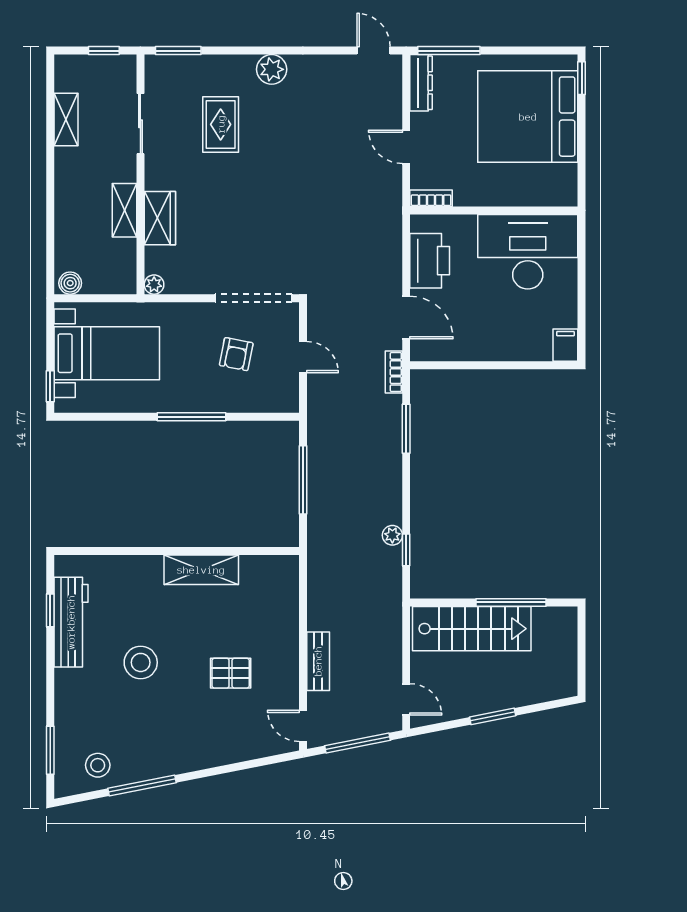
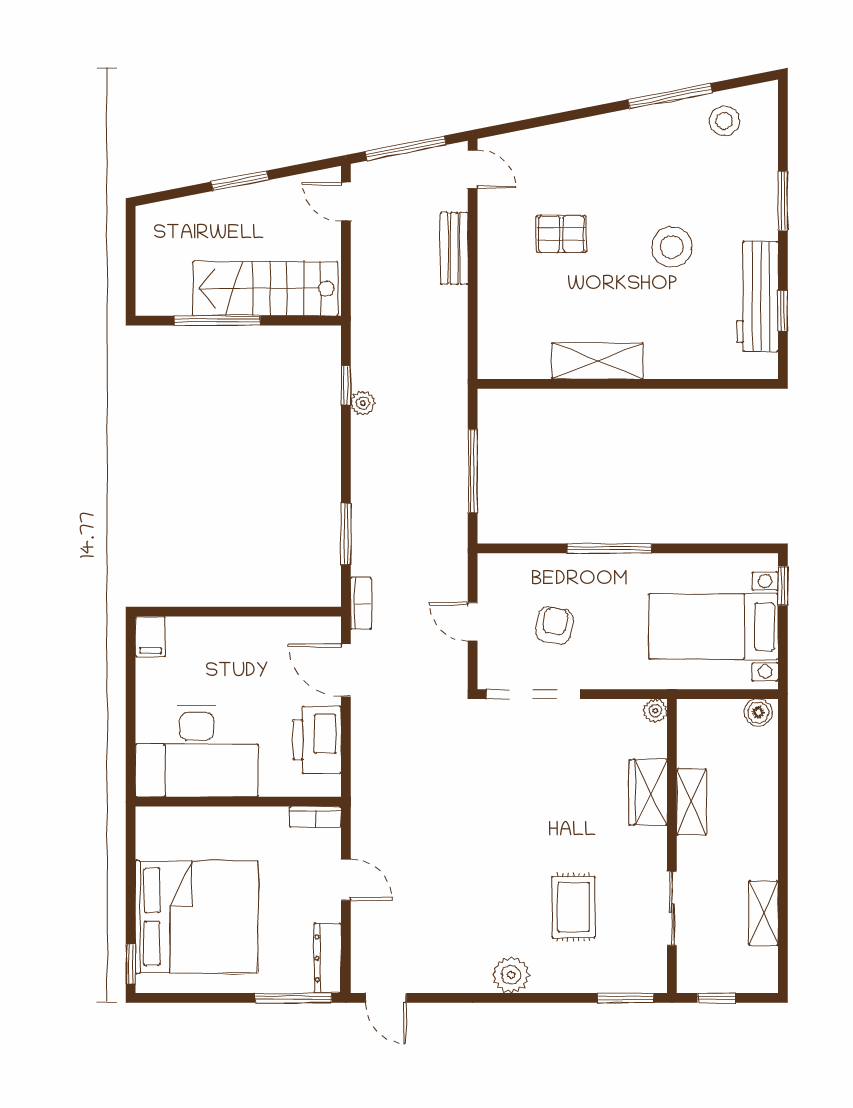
window: (50, 750) -> (783, 201), moved

